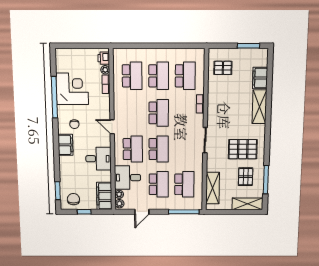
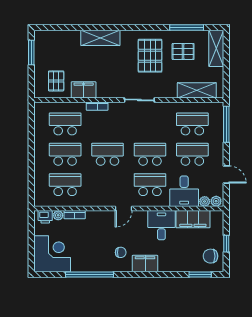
filing cabinet: (260, 78) -> (84, 90), moved, turned 180
corner desk: (72, 89) -> (52, 254), moved, turned 90
filing cabinet: (104, 196) -> (193, 219), moved

